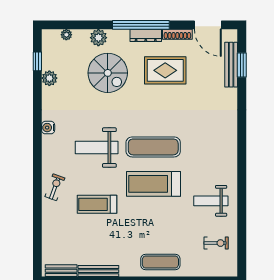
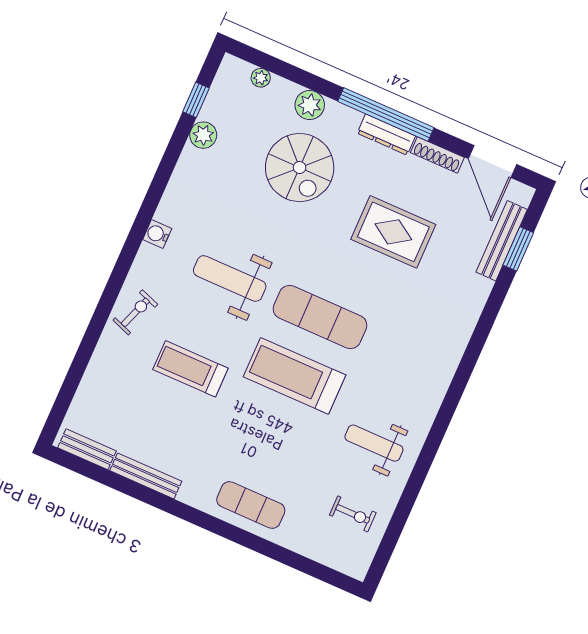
rug: (165, 70) -> (393, 232), moved
water cooler: (48, 128) -> (157, 234), moved

